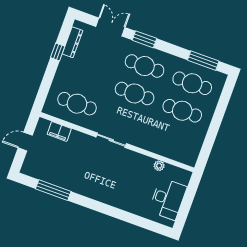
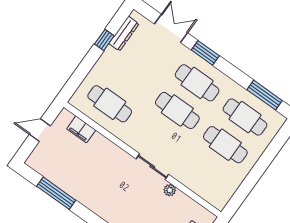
sliding door: (111, 140) -> (152, 167), moved
plant: (159, 166) -> (170, 190), moved

